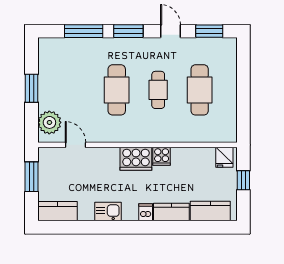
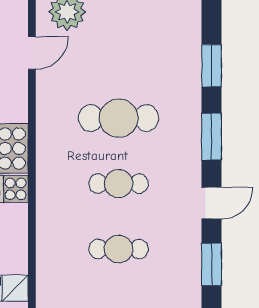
window: (84, 31) -> (212, 66), width x0.69
cafe table: (200, 90) -> (119, 249), width x0.73, depth x0.74

